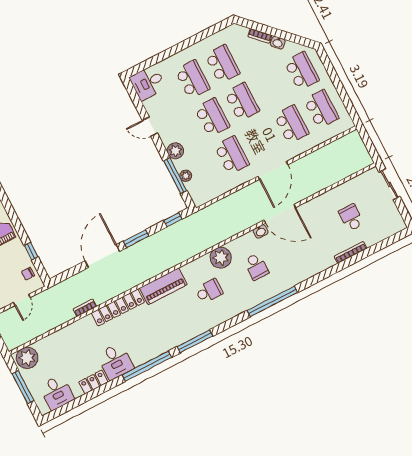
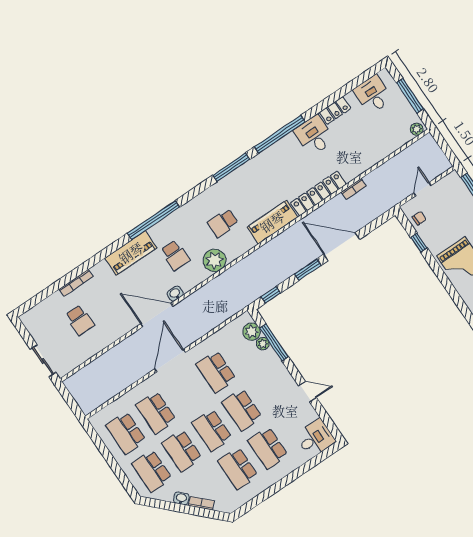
school desk: (272, 86) -> (182, 451), added
plant: (175, 151) -> (252, 332), moved
door: (102, 256) -> (342, 247), swing flipped
school desk: (256, 267) -> (175, 255), turned 180
piano: (297, 274) -> (131, 253), added
plant: (27, 358) -> (417, 129), width x0.53, depth x0.53

